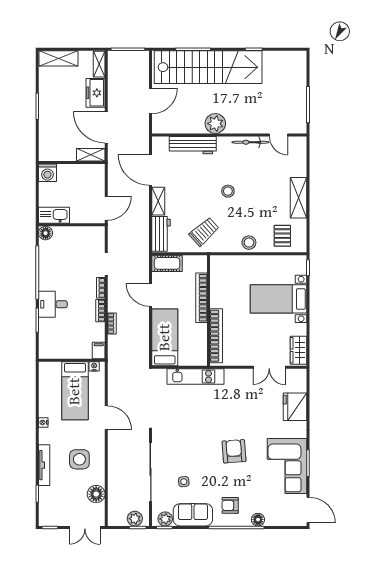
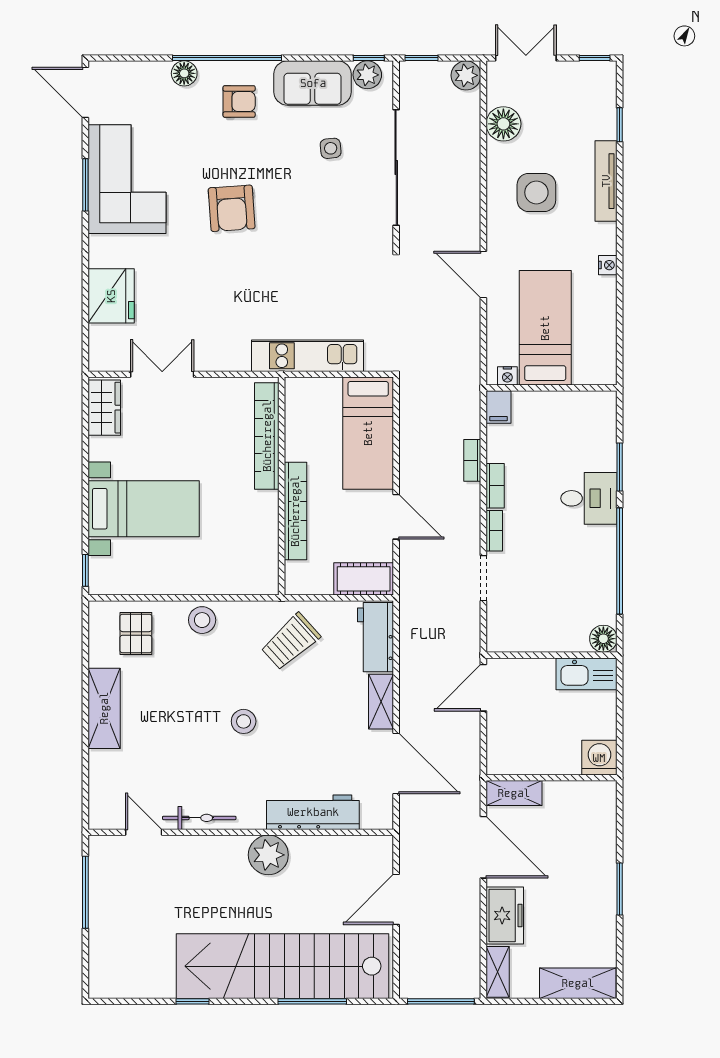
plant: (135, 519) -> (466, 75), moved

